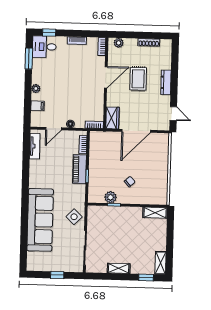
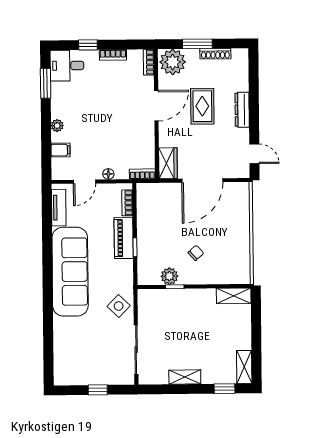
window: (49, 33) -> (88, 45), moved
window: (136, 35) -> (197, 44), added
plant: (119, 43) -> (173, 62), width x1.87, depth x1.87
sofa: (40, 220) -> (70, 272), moved

